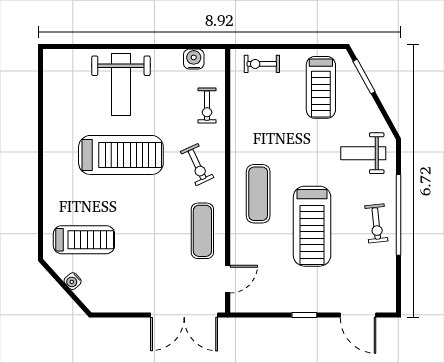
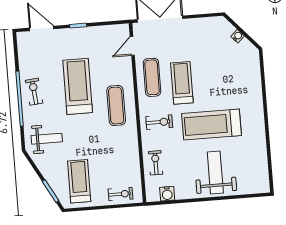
exercise bike: (197, 165) -> (159, 122), turned 115
treadmill: (84, 240) -> (182, 83), moved, turned 90

